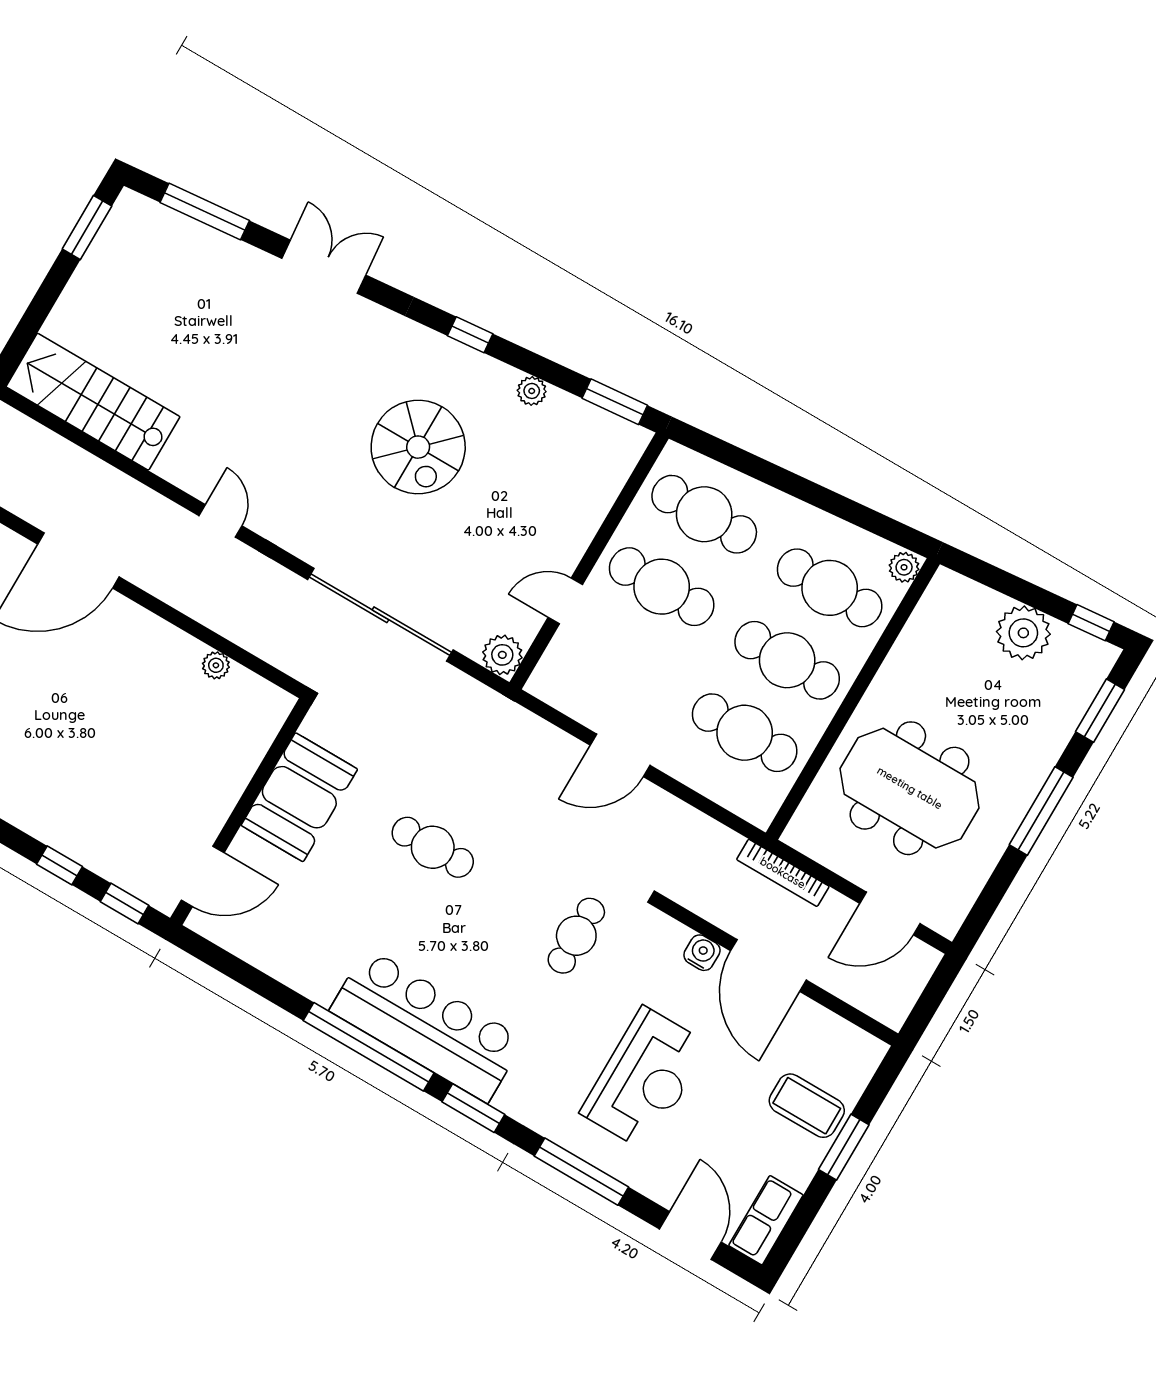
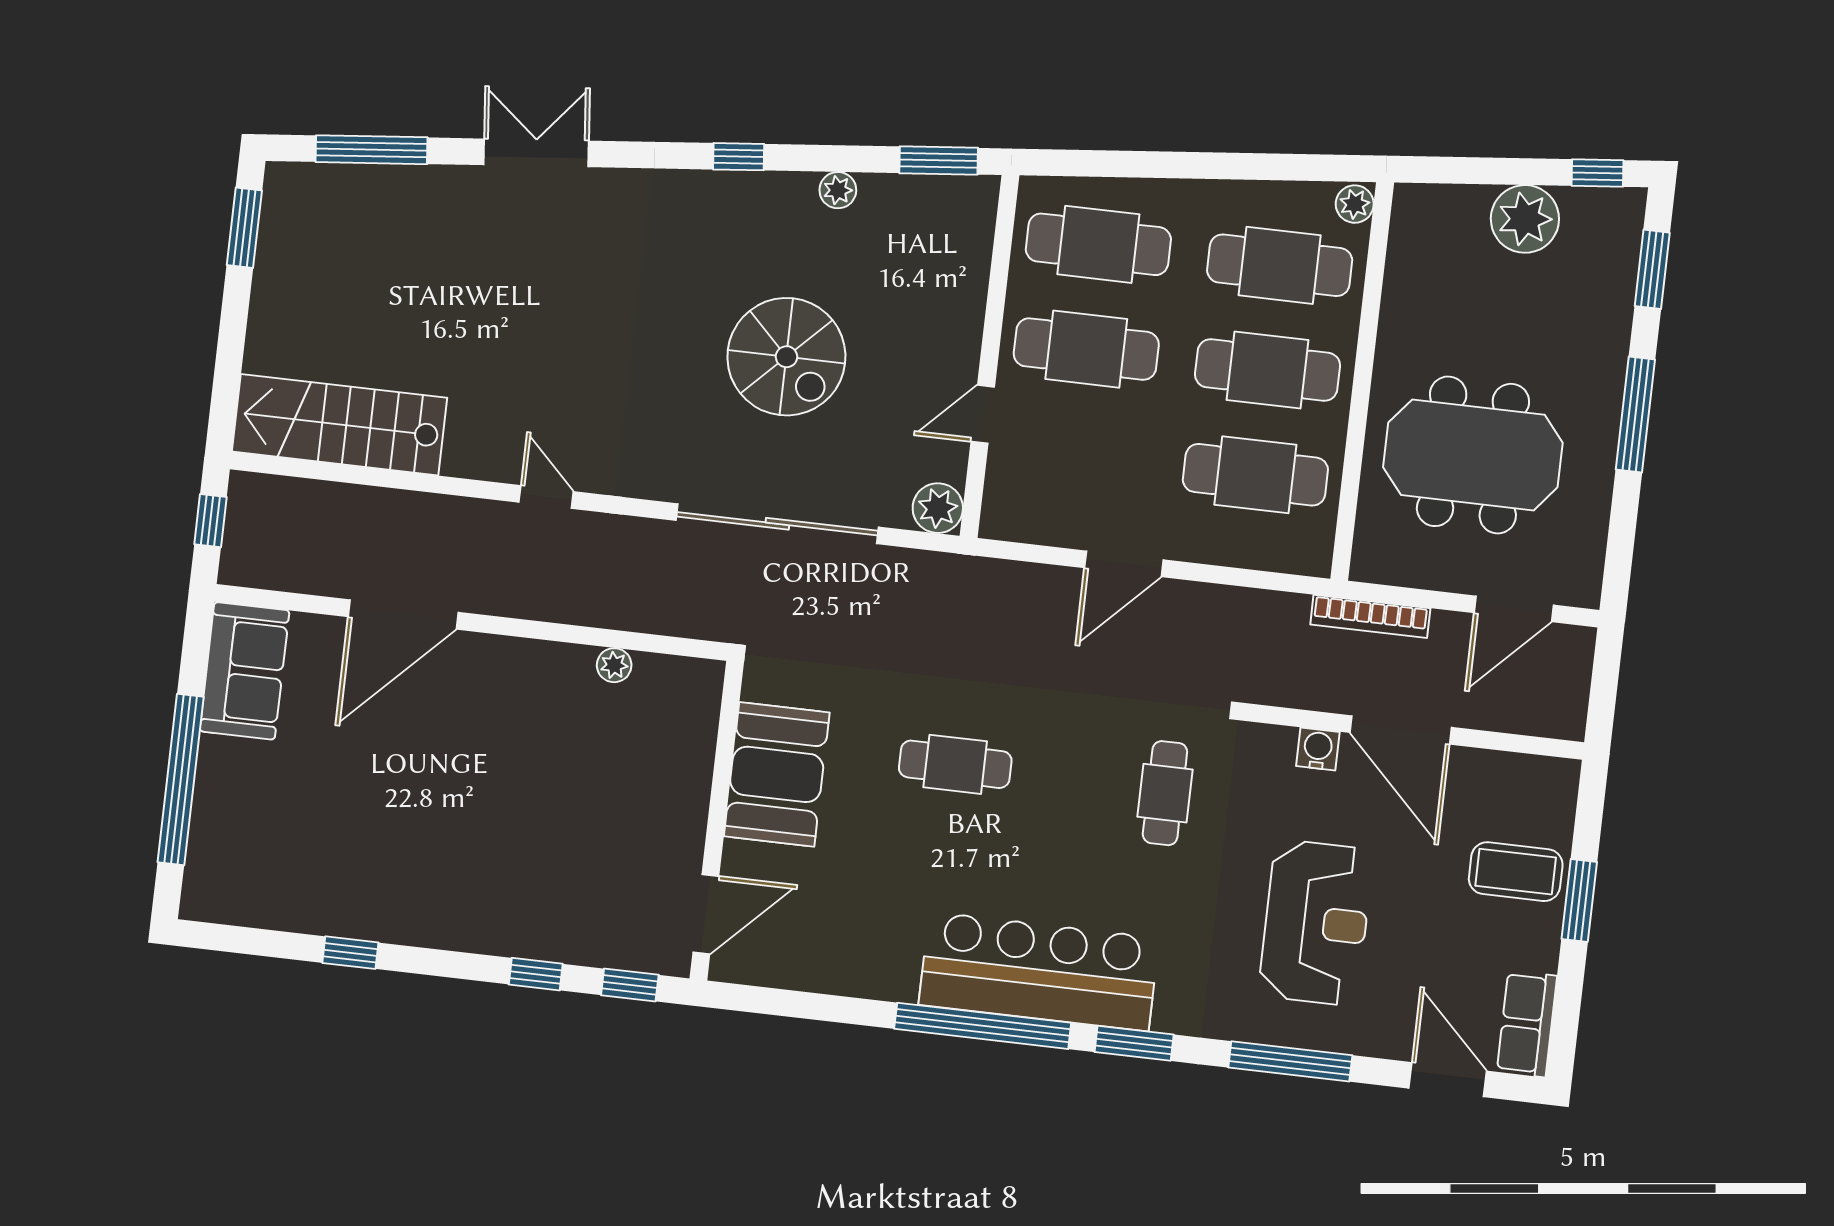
spiral stairs: (418, 447) -> (786, 357), moved

